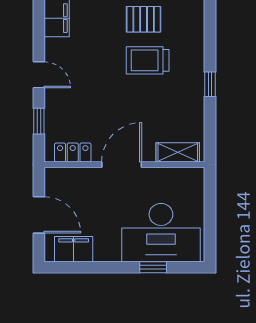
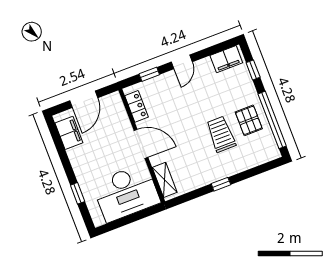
desk: (161, 233) -> (126, 193), moved, turned -90

